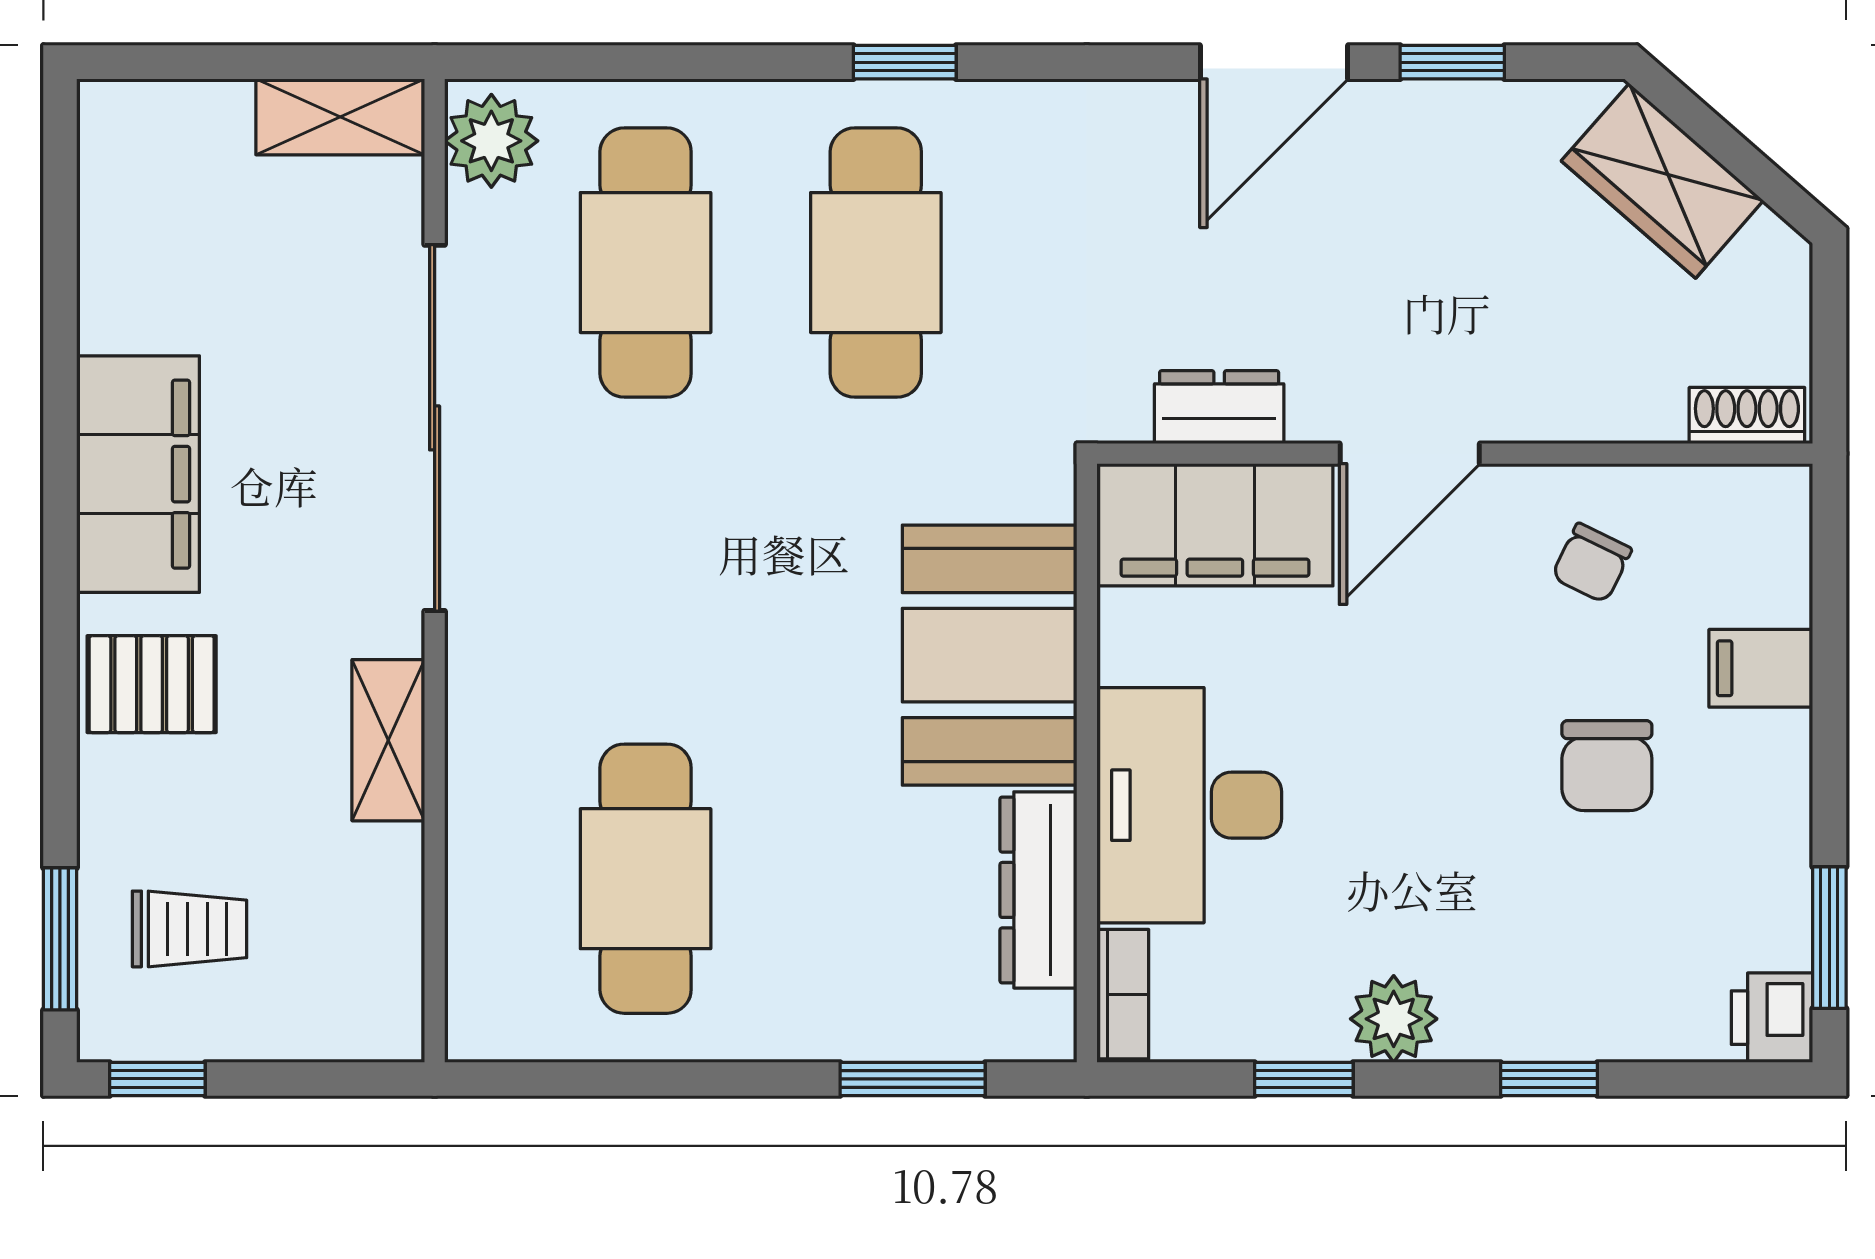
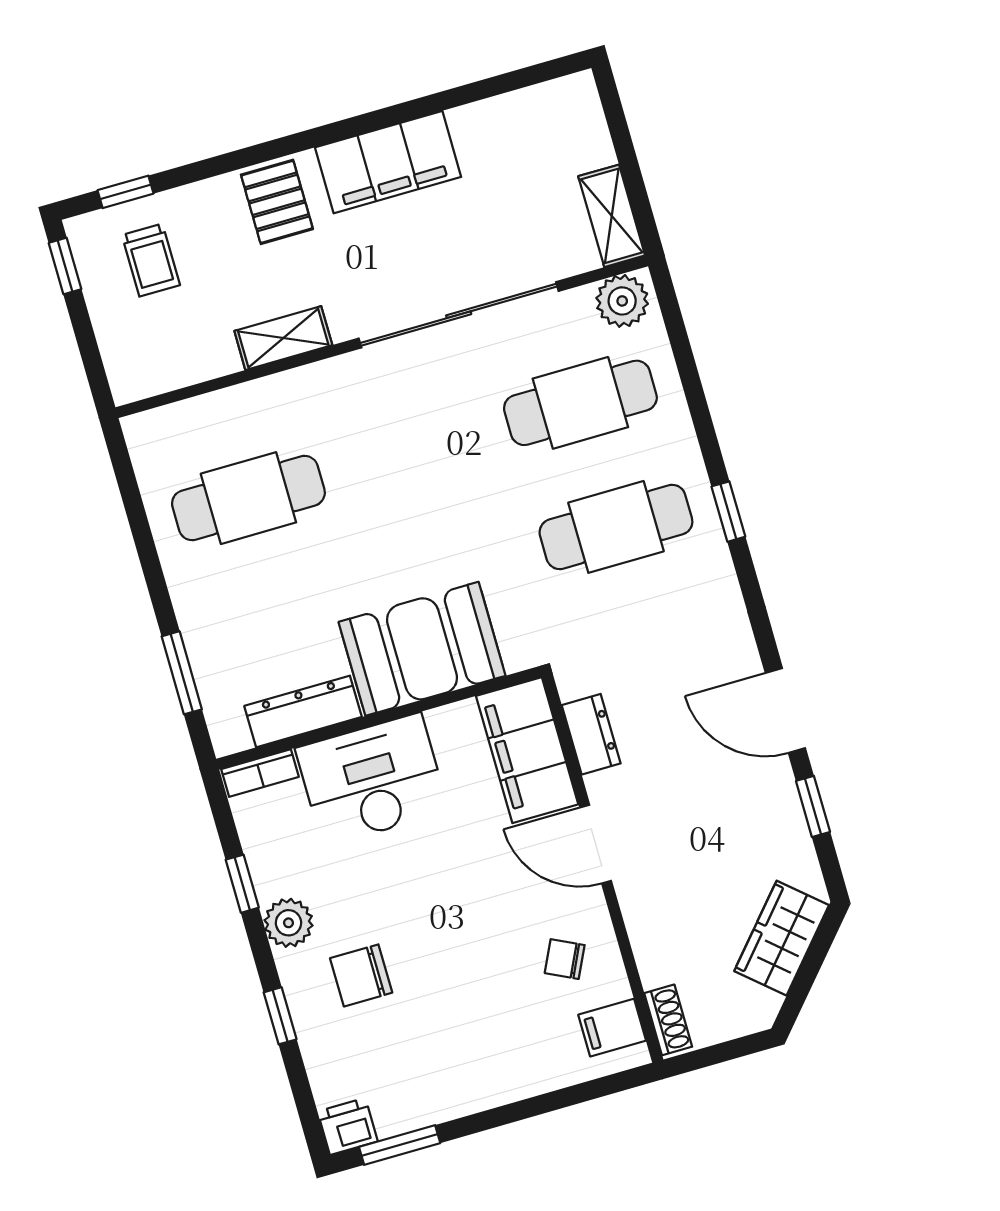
filing cabinet: (1761, 668) -> (612, 1028), moved, turned -90
chair: (1607, 766) -> (361, 975), moved
window: (60, 939) -> (126, 192), width x0.67

